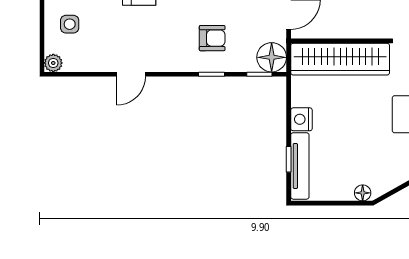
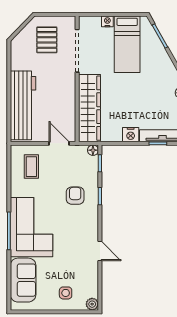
floor lamp: (272, 57) -> (93, 150), width x0.53, depth x0.53

